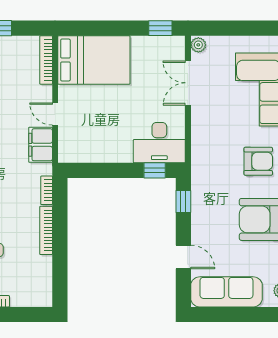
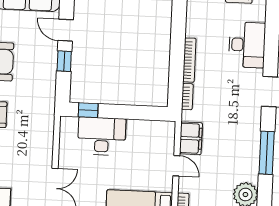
desk: (159, 143) -> (102, 136), moved
window: (183, 202) -> (64, 61), moved

